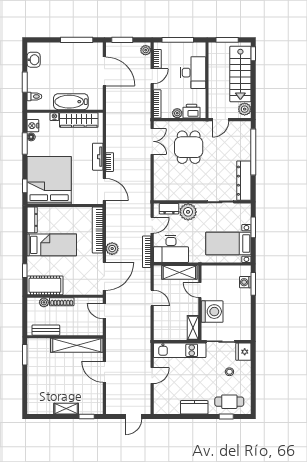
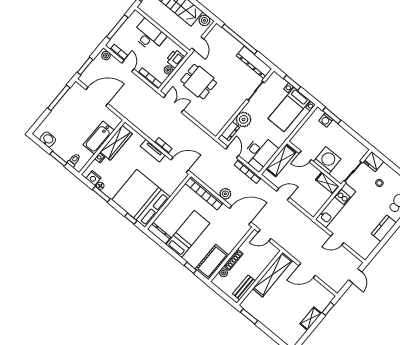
door: (104, 276) -> (240, 215), hinge flipped
door: (152, 376) -> (337, 239), swing flipped

